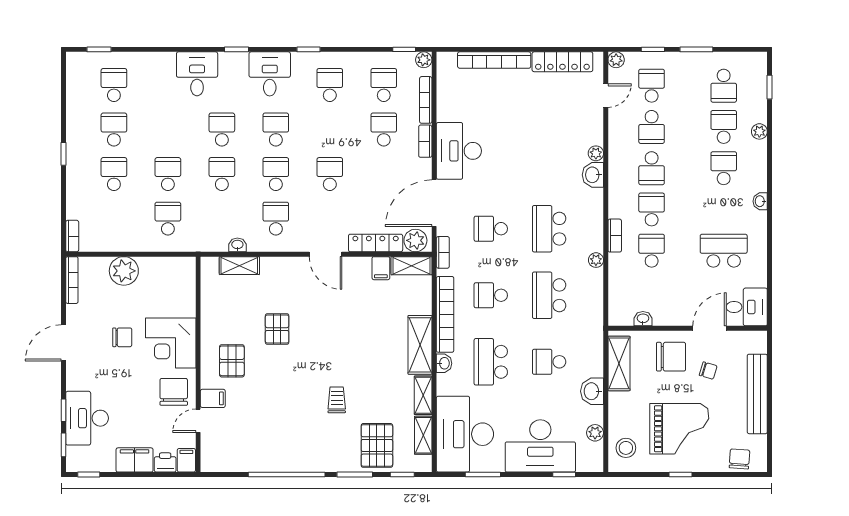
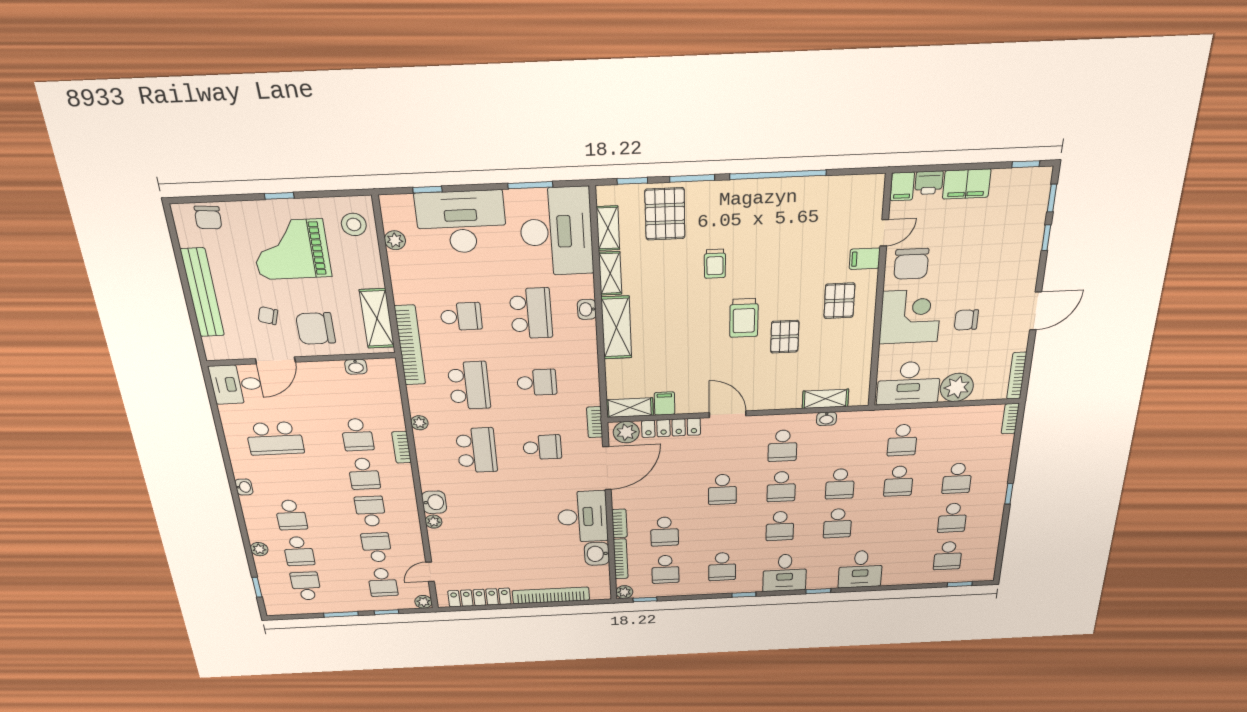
bookcase: (445, 314) -> (410, 345), moved, turned 180
trolley: (312, 349) -> (744, 318), added
washbasin: (592, 391) -> (597, 554), moved, turned 180
desk: (87, 418) -> (909, 383), moved, turned 90

